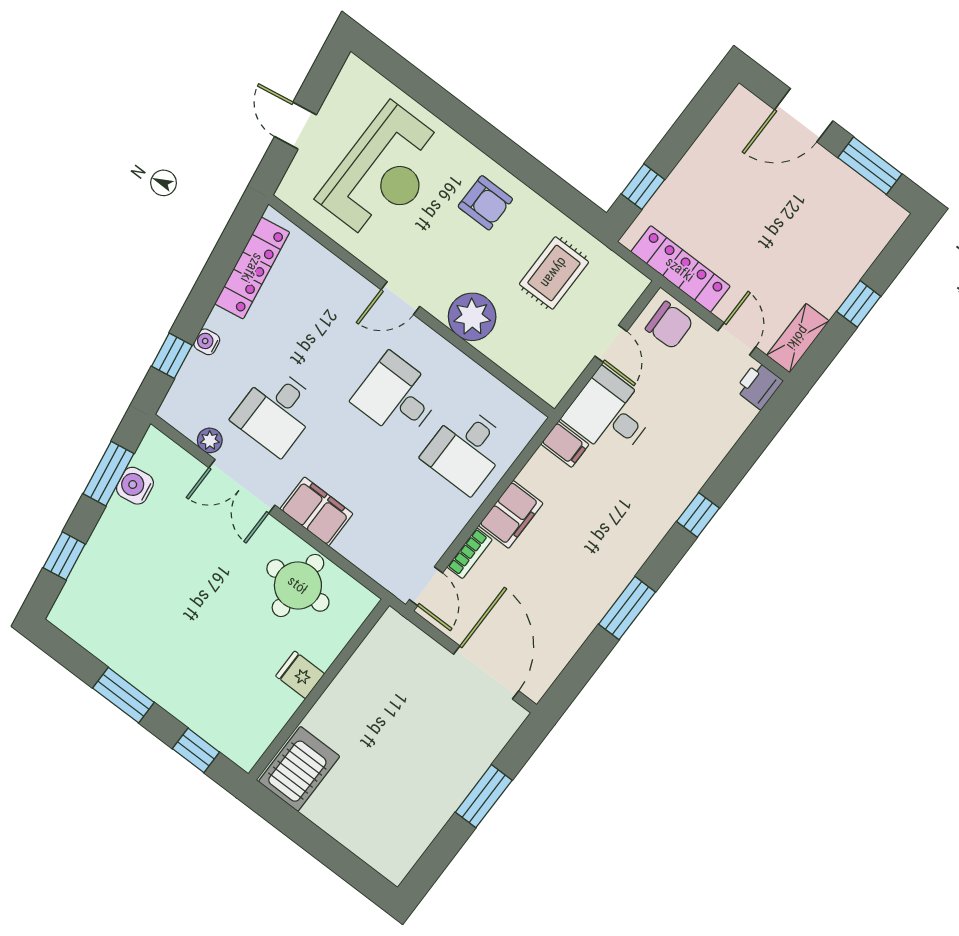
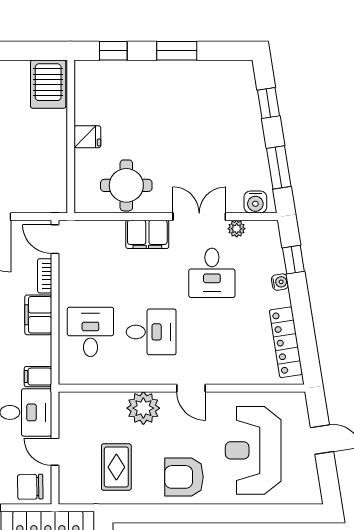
armchair: (485, 203) -> (184, 477), width x1.38, depth x1.38
door: (400, 298) -> (191, 388), swing flipped
desk: (276, 411) -> (212, 273), turned 180
water cooler: (135, 486) -> (255, 202), moved, turned 99

